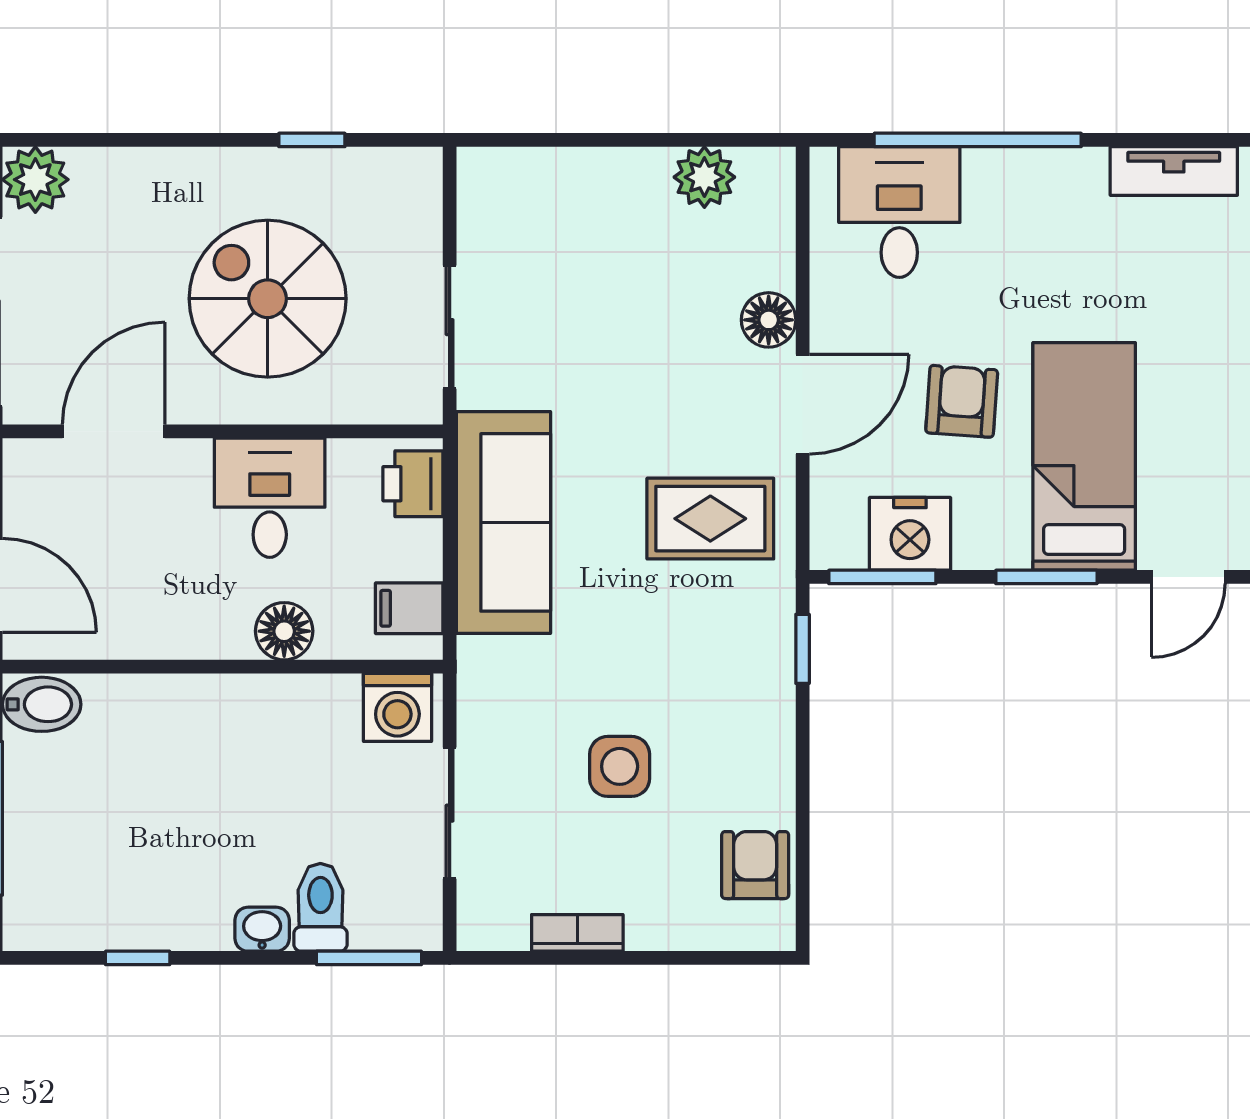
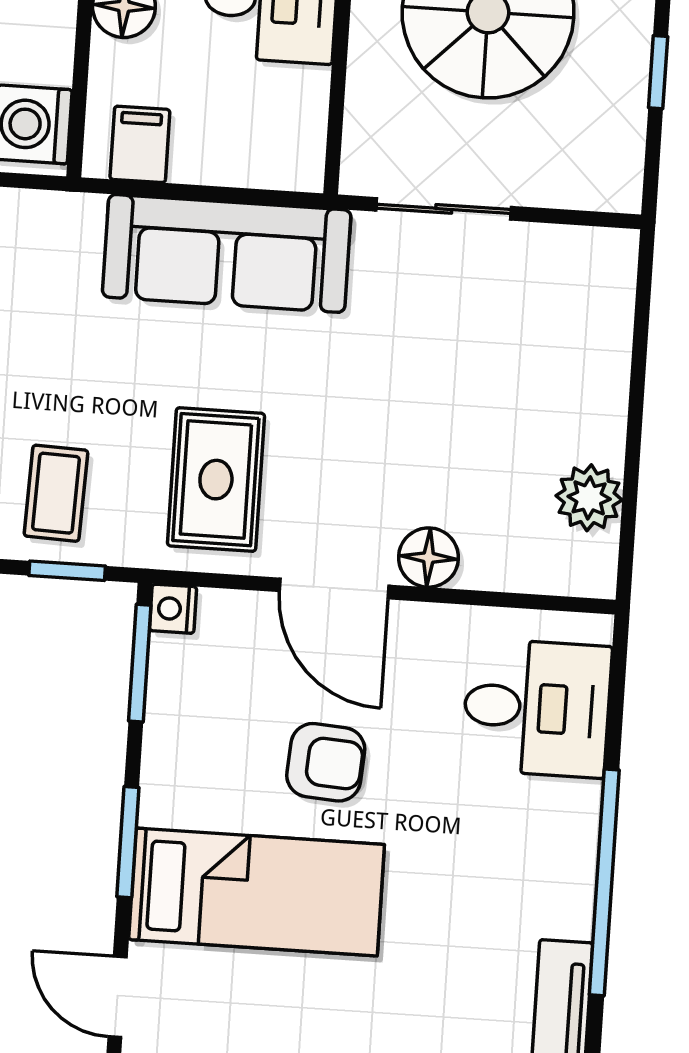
window: (978, 140) -> (604, 882), moved
printer: (413, 484) -> (276, 158), removed
nightstand: (910, 534) -> (173, 609), moved, width x0.53, depth x0.56
coffee table: (732, 664) -> (56, 493), added

